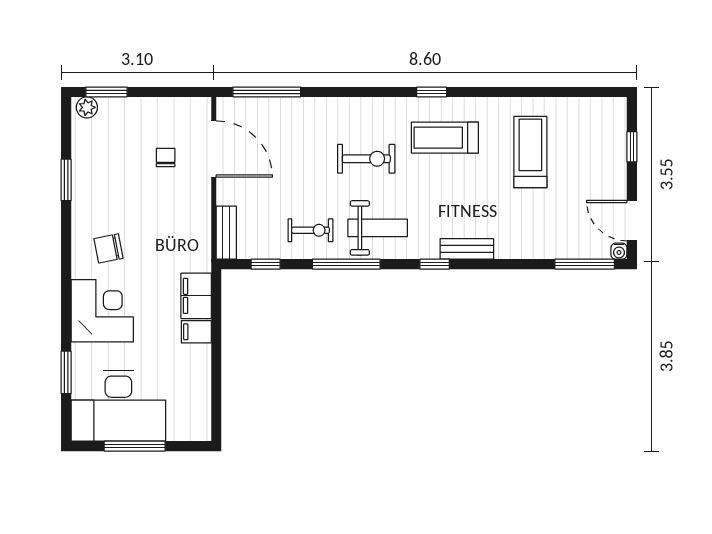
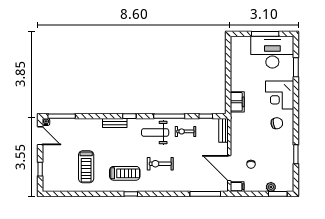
plant: (87, 107) -> (271, 187), moved
filing cabinet: (196, 332) -> (237, 187), moved

